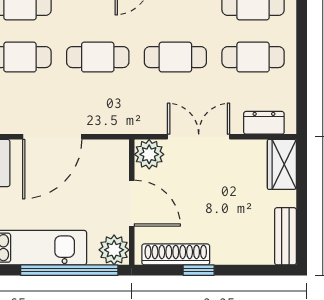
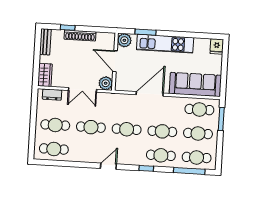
shoe rack: (176, 254) -> (80, 36), moved
window: (69, 270) -> (146, 32), width x0.47
window: (199, 270) -> (68, 28), moved

